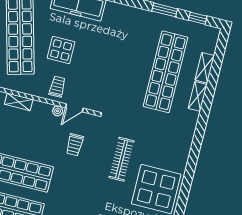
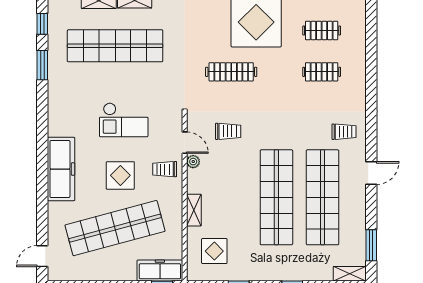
checkout: (105, 64) -> (124, 120), added

